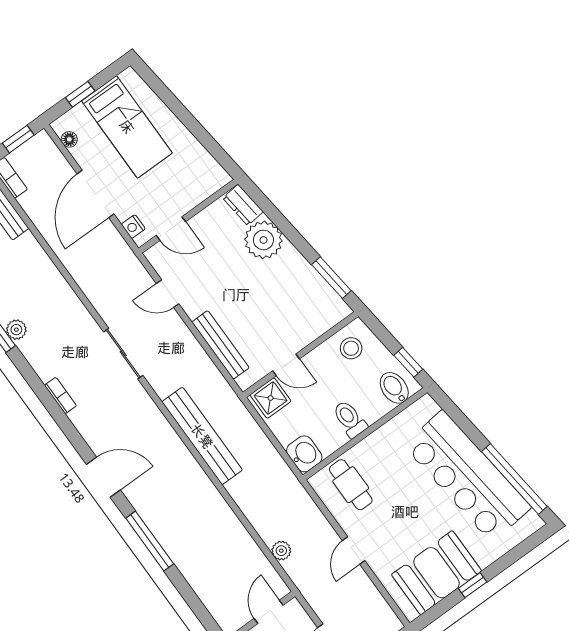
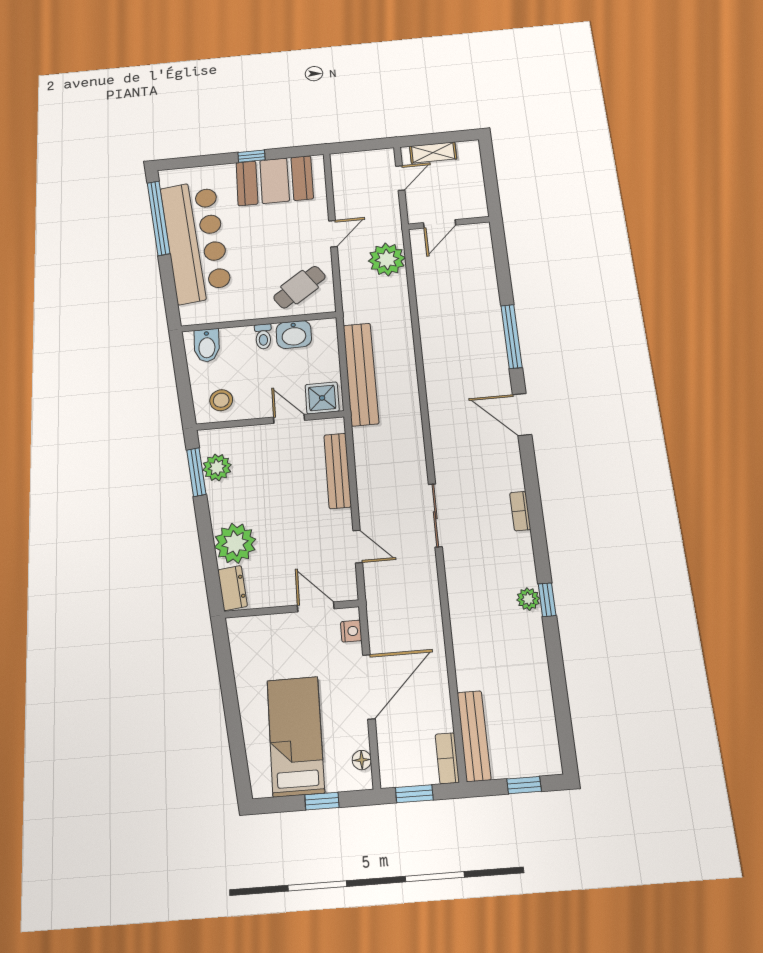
plant: (317, 291) -> (217, 467), added
window: (408, 362) -> (180, 360), removed
toilet: (350, 419) -> (263, 336), width x0.73, depth x0.72
bench: (202, 436) -> (361, 374), moved
washbasin: (304, 454) -> (294, 334), moved, turned -90
cafe table: (351, 485) -> (300, 287), turned 55
plant: (281, 551) -> (387, 259), width x1.88, depth x1.88

